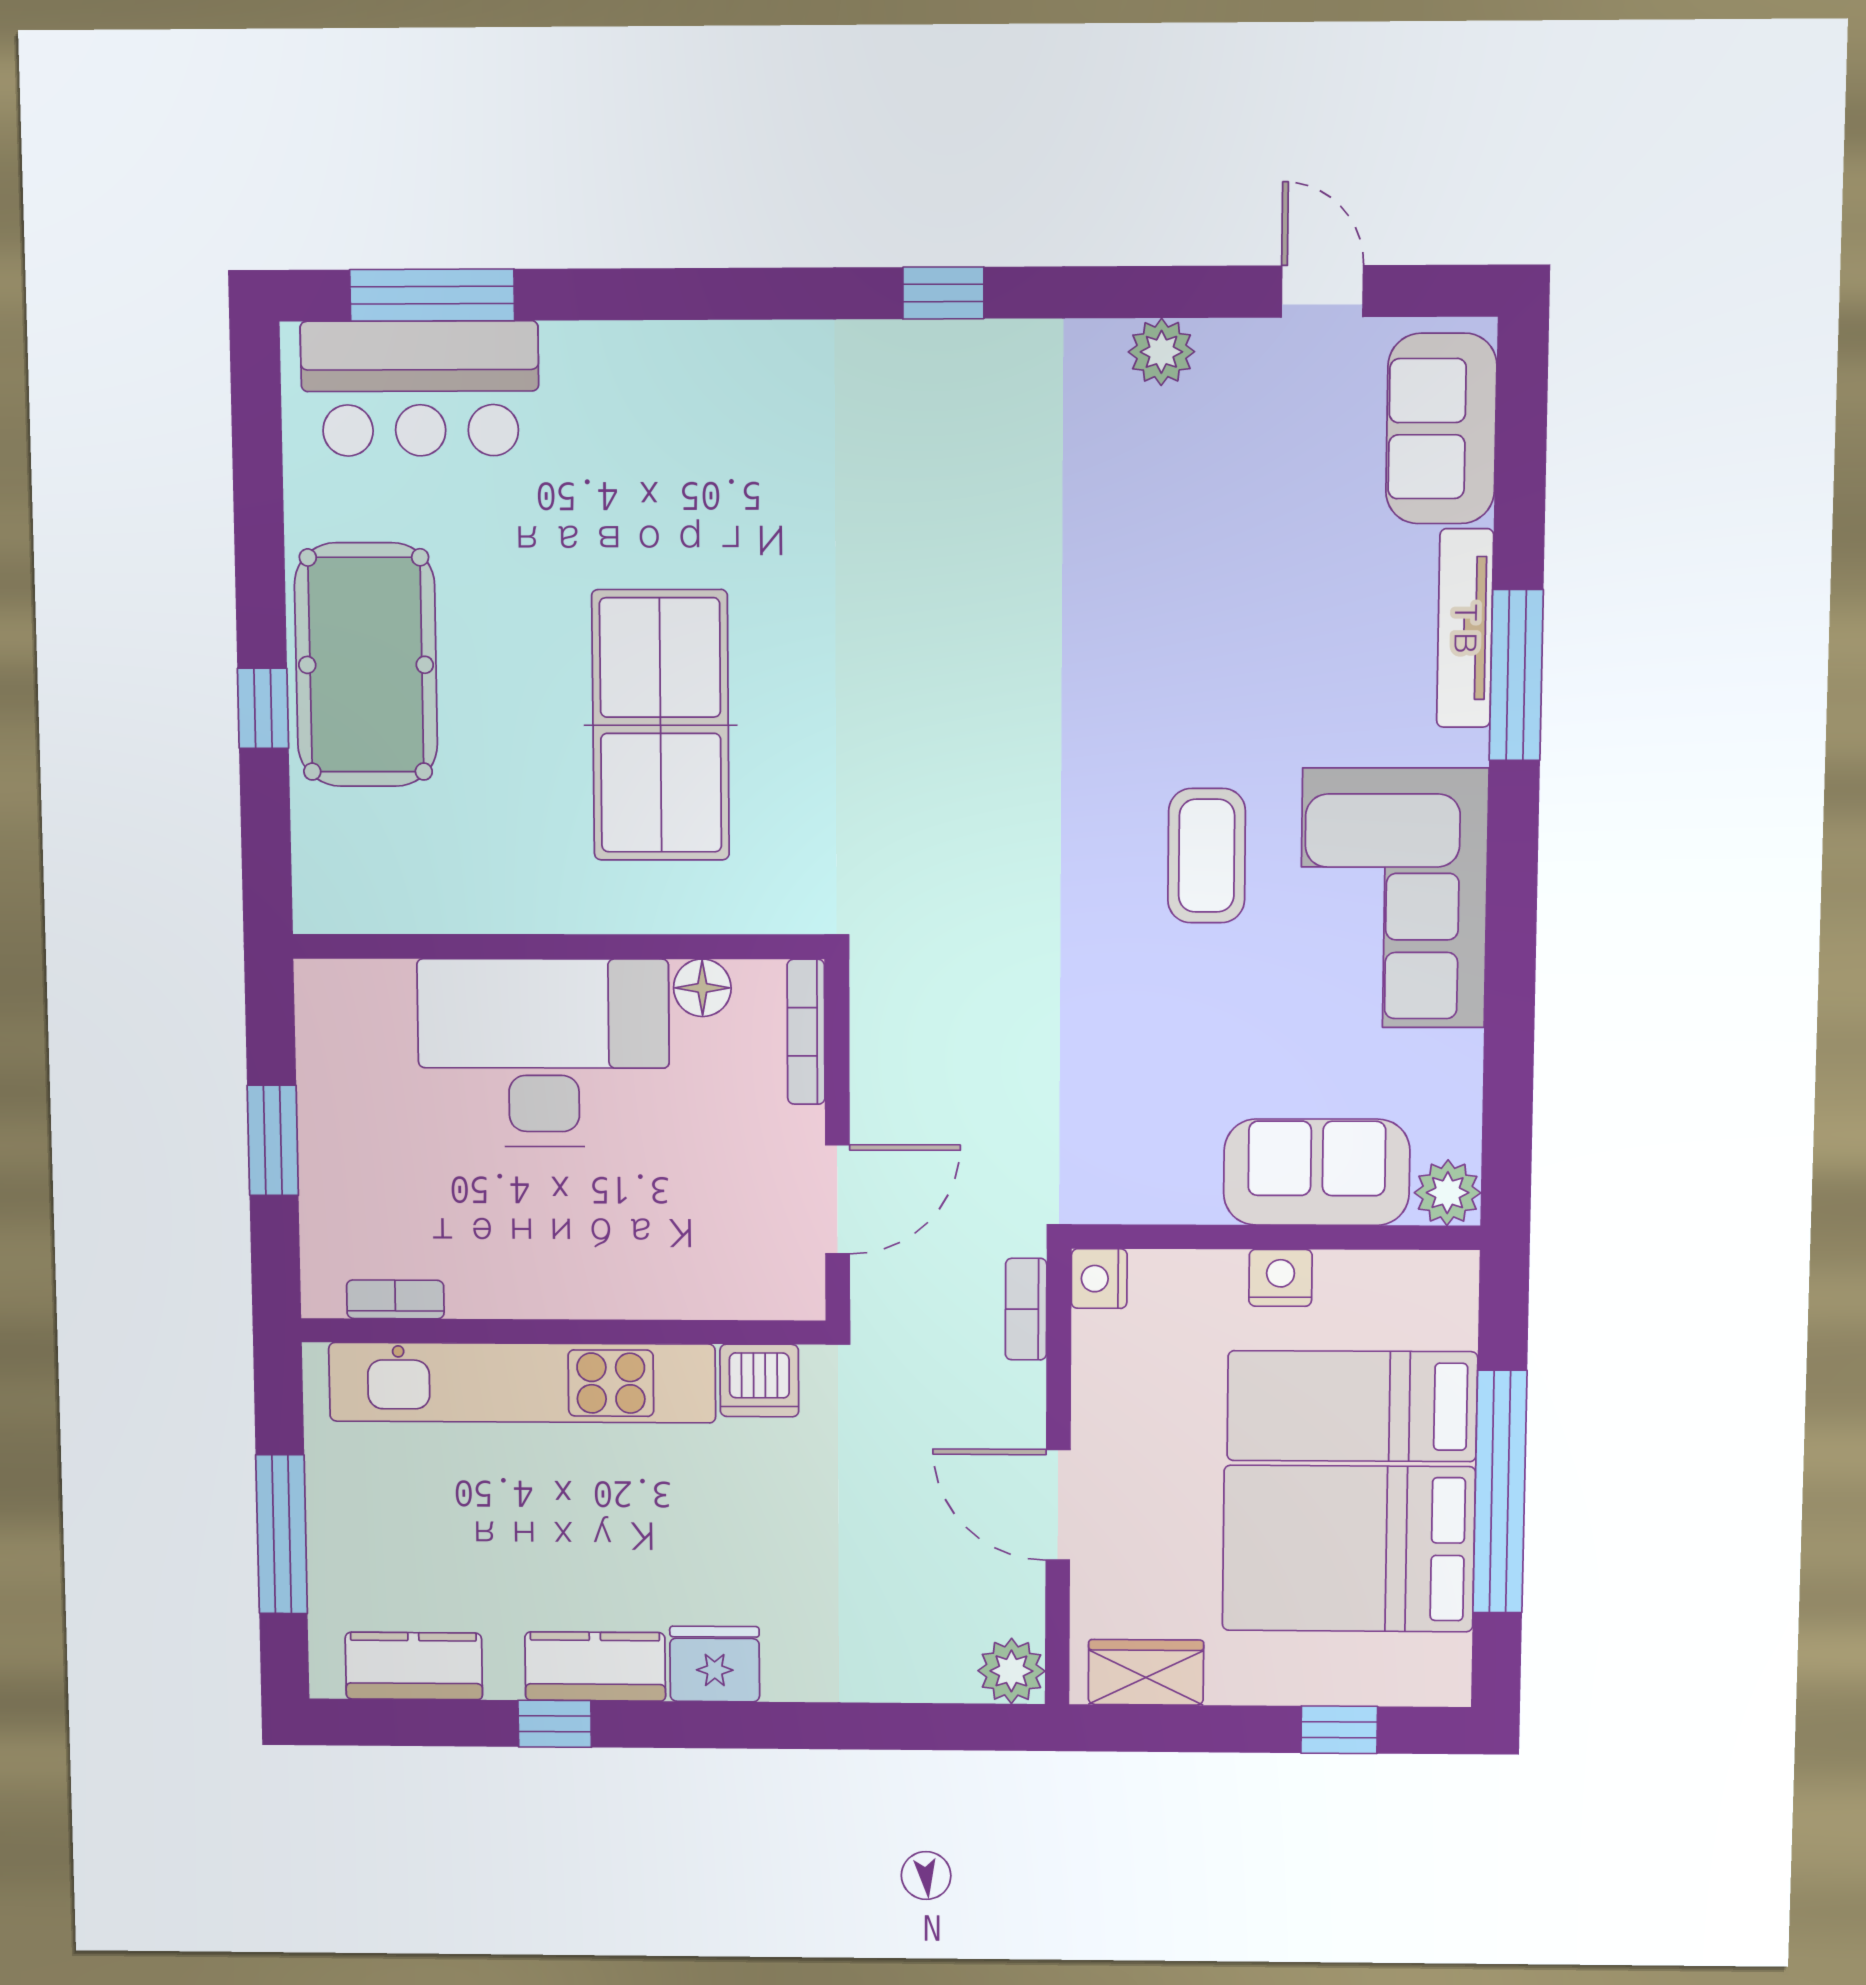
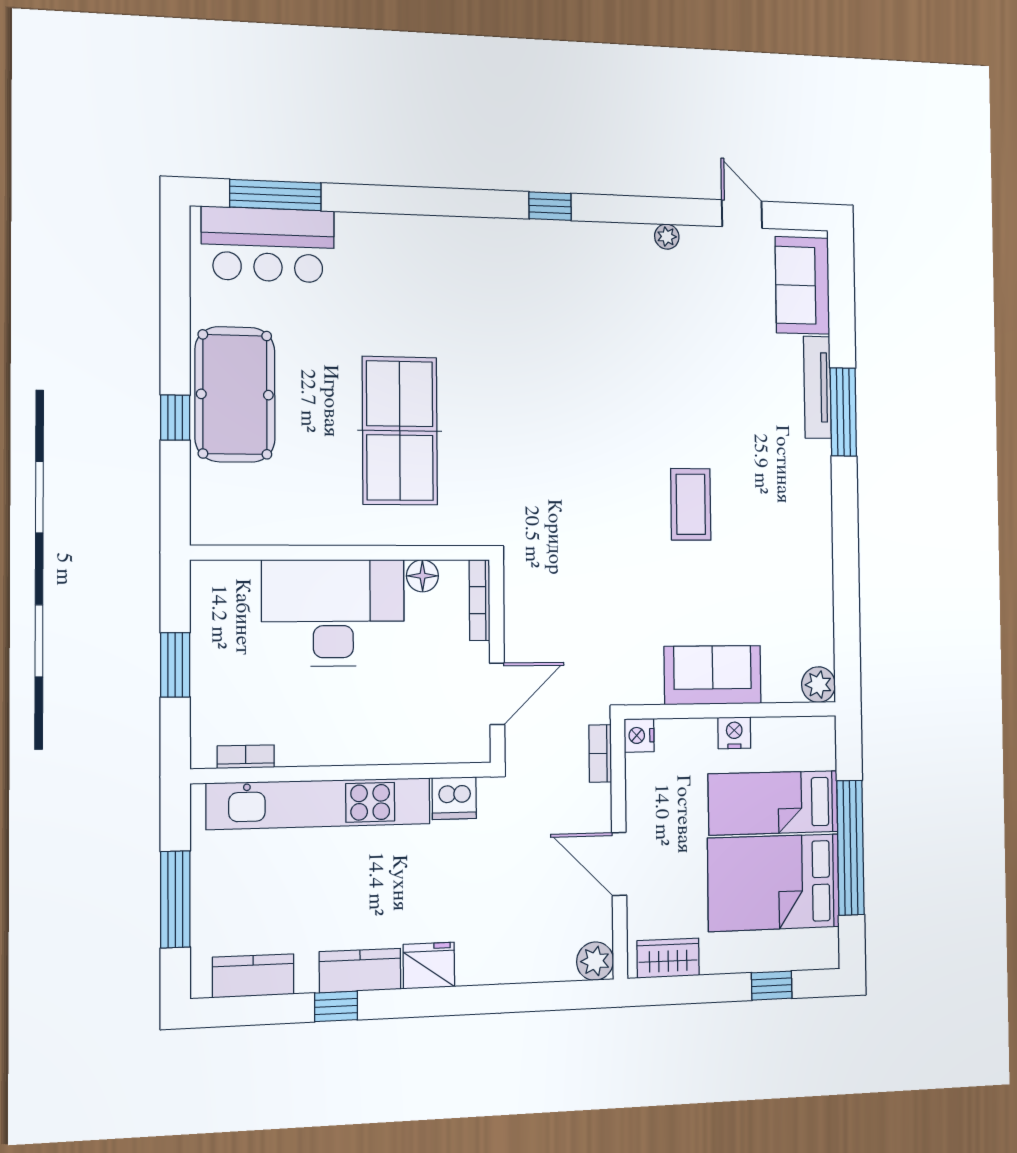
plant: (1161, 352) -> (667, 237), width x0.73, depth x0.73
corner sofa: (1394, 898) -> (786, 527), removed
sofa: (1317, 1172) -> (713, 675), moved

